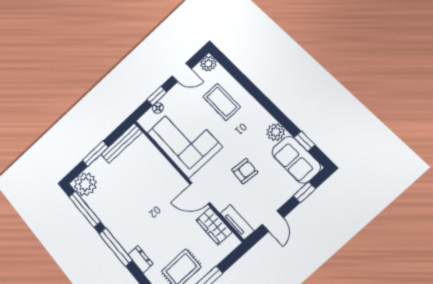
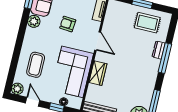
wardrobe: (214, 226) -> (98, 73), moved
window: (116, 247) -> (165, 58), moved

